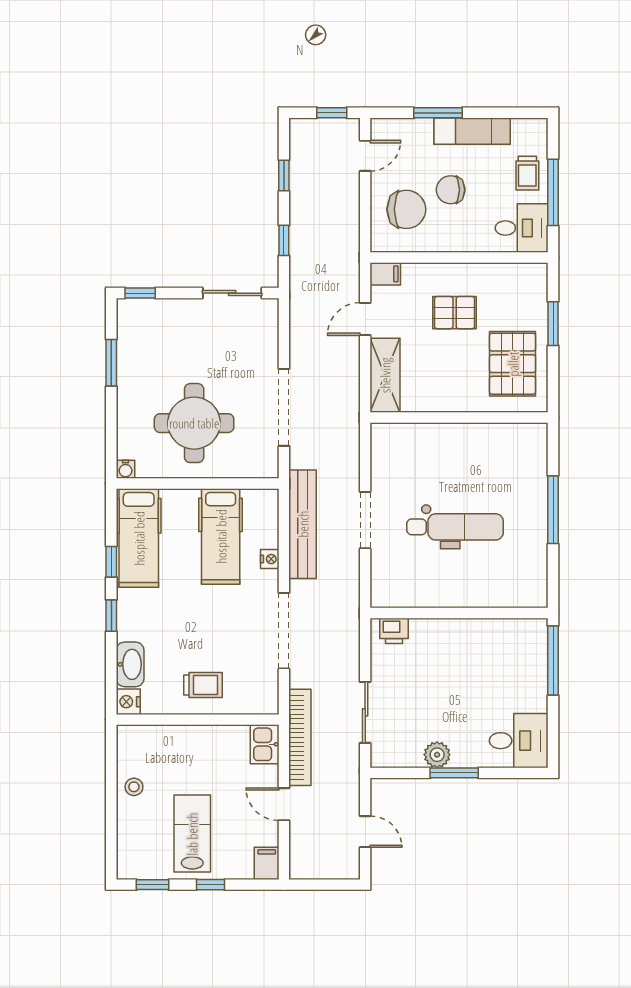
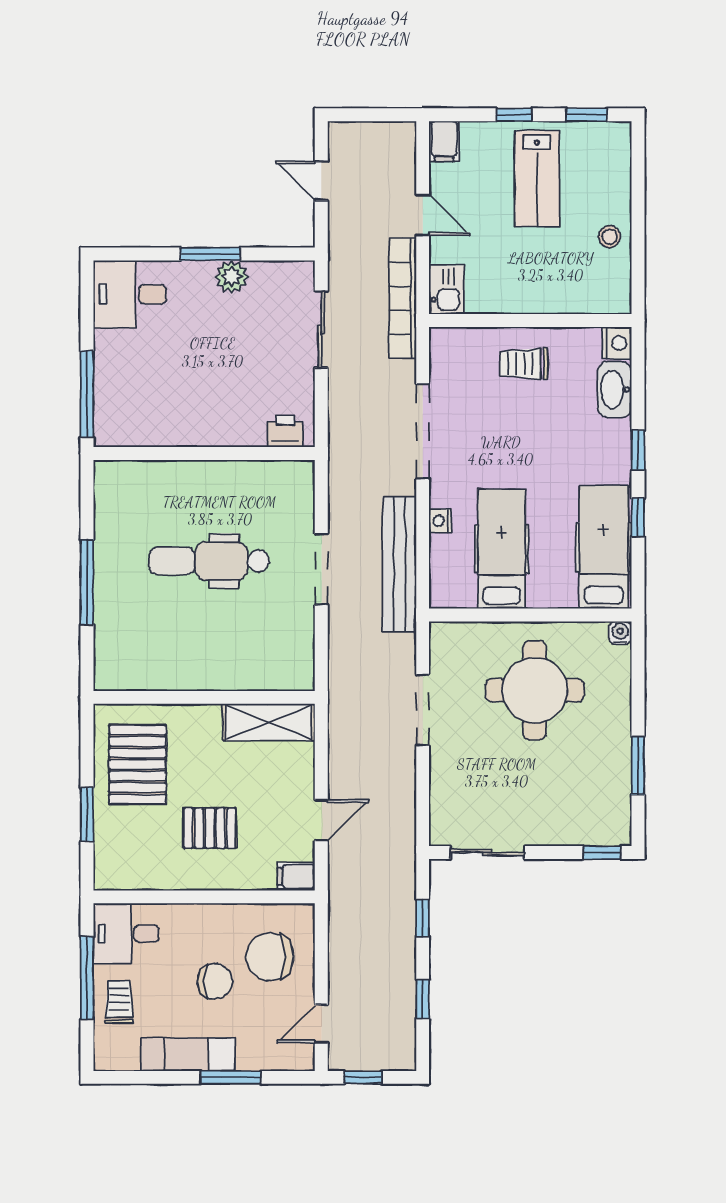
shelving: (385, 375) -> (269, 722), moved, turned 90
doorway: (284, 407) -> (423, 710), width x0.73

